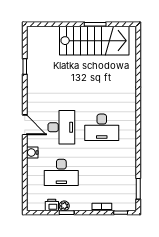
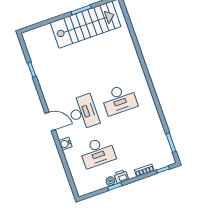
printer: (52, 205) -> (121, 176), moved

